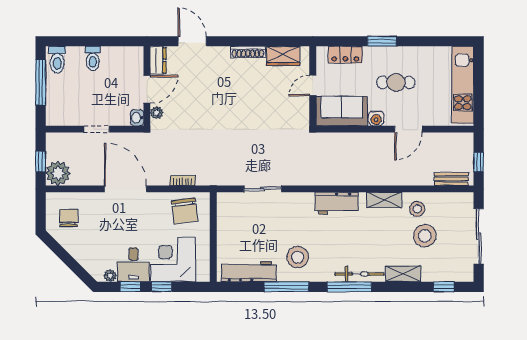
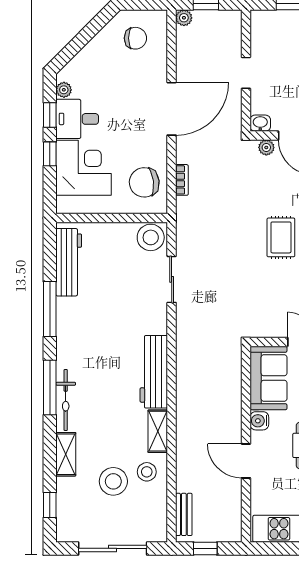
rug: (229, 101) -> (281, 237), added
plant: (58, 173) -> (184, 18), width x0.53, depth x0.53
workbench: (337, 203) -> (154, 372), width x1.38
stool: (298, 257) -> (151, 237), moved

